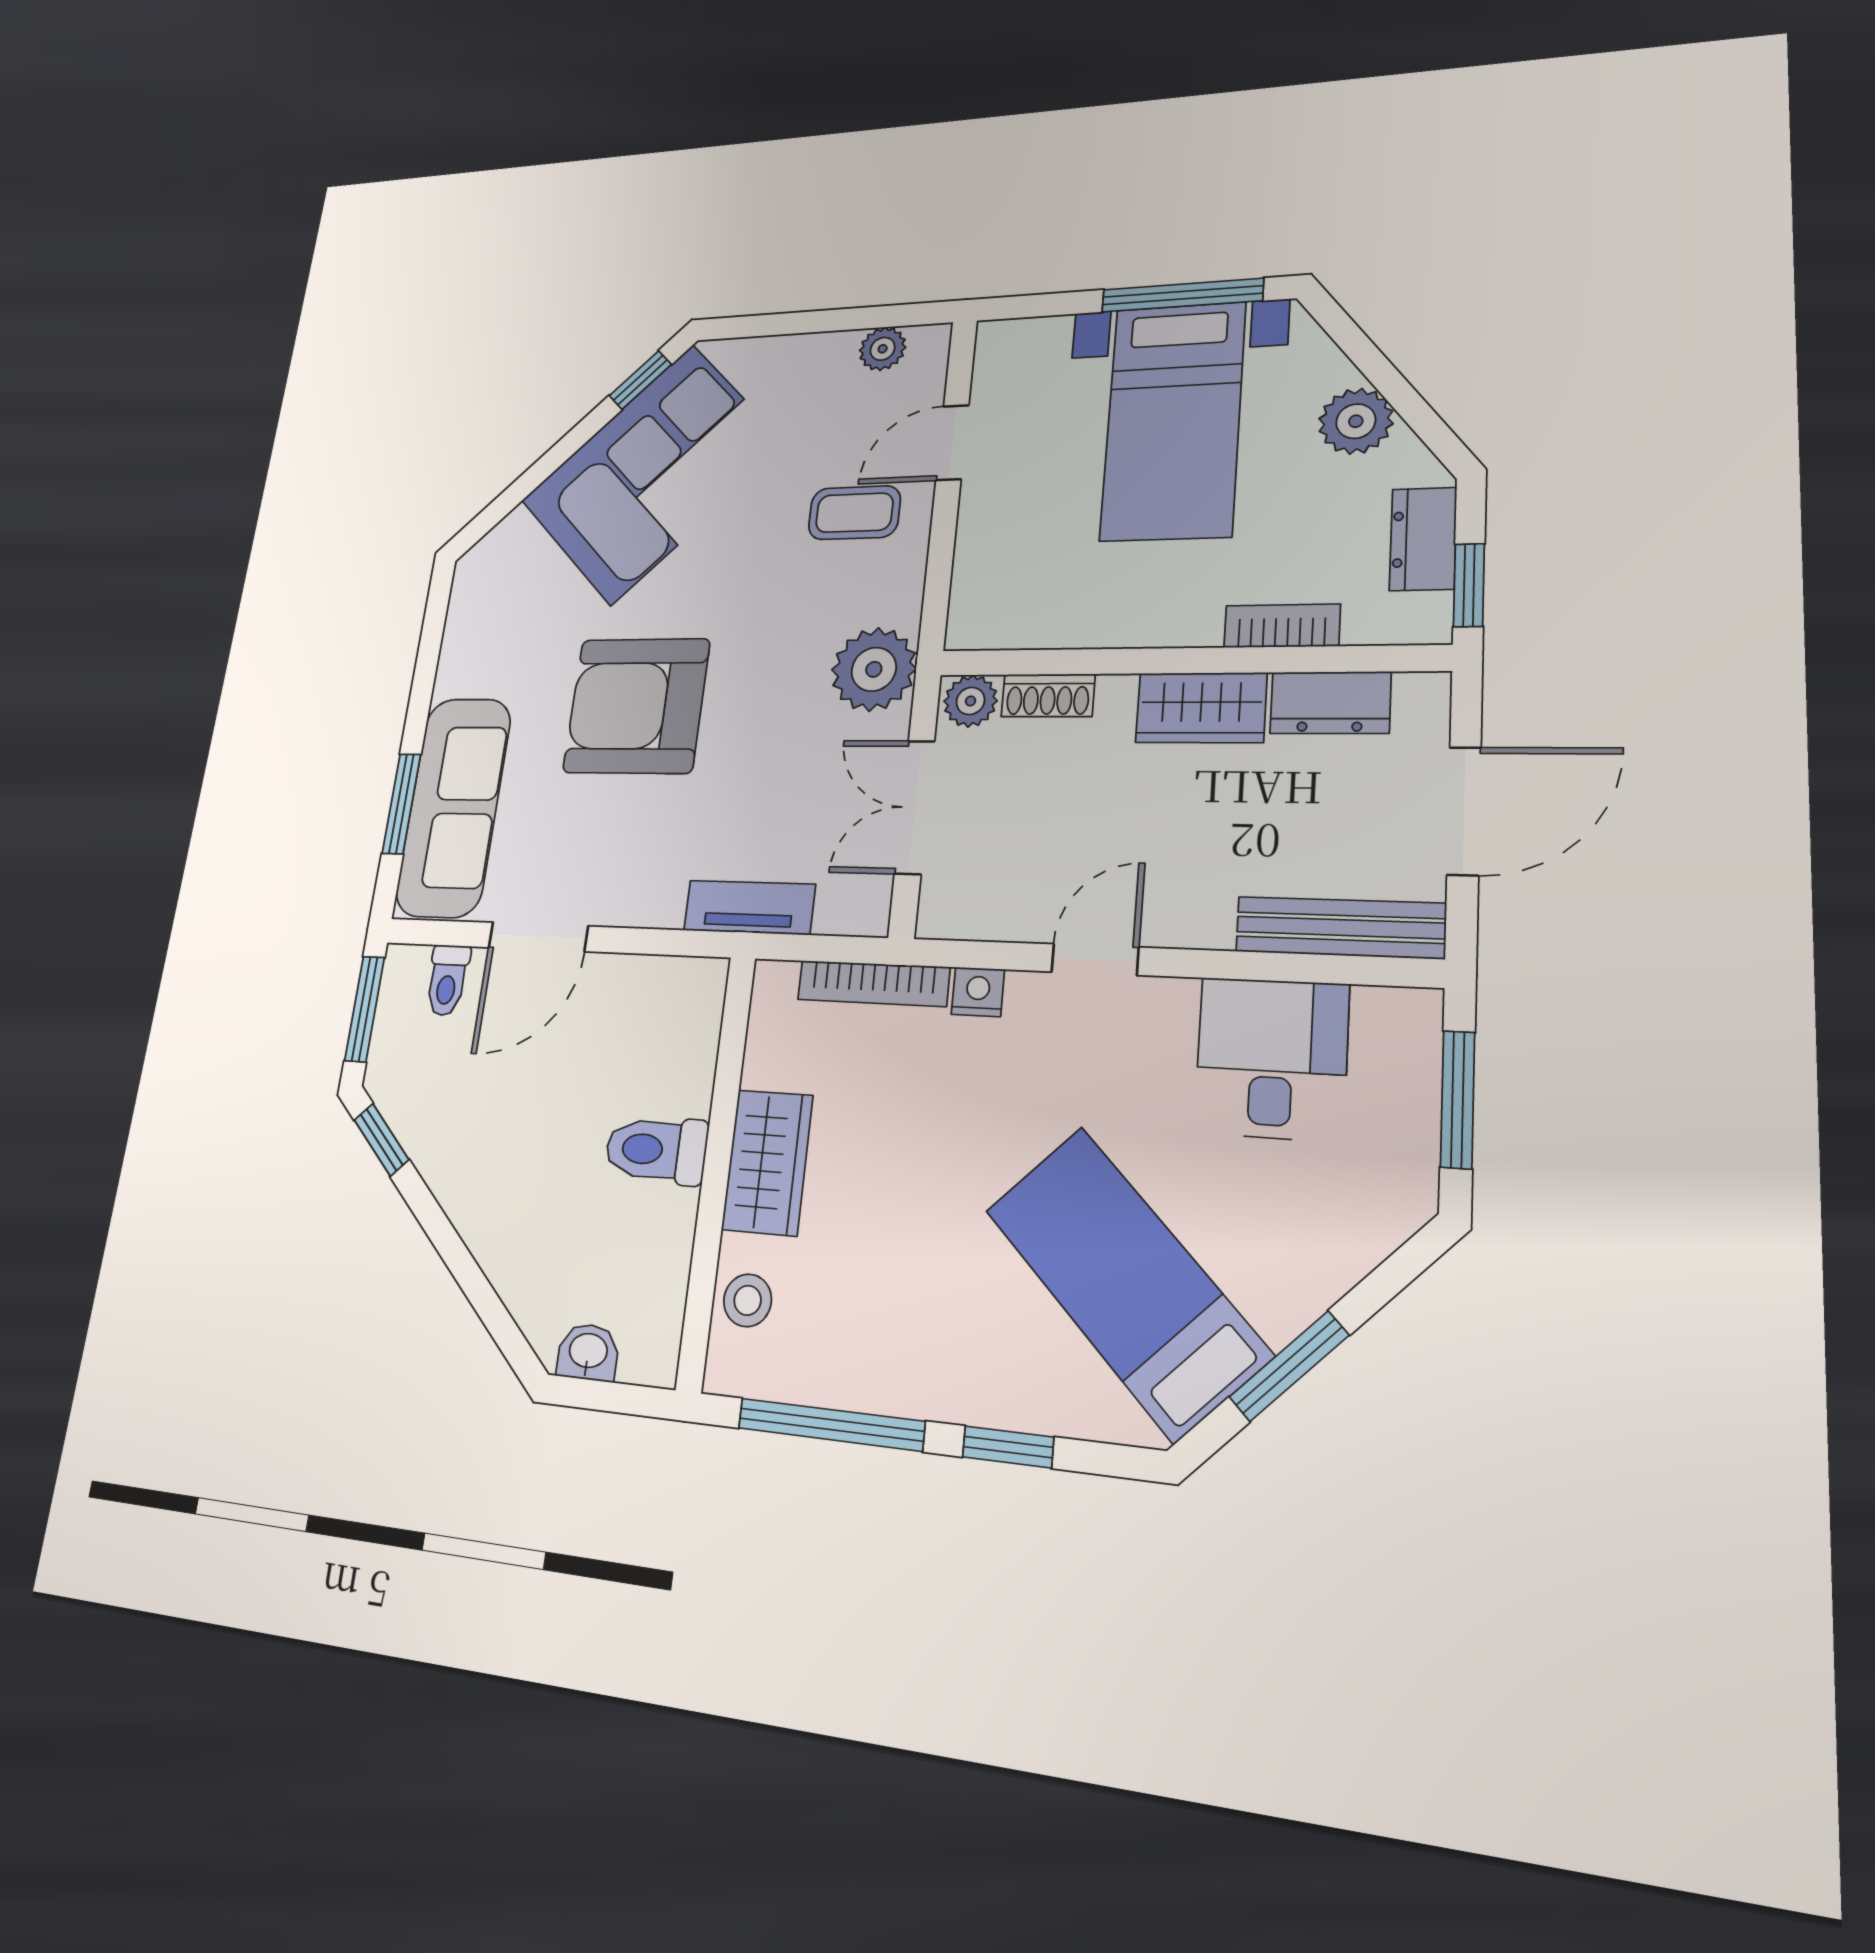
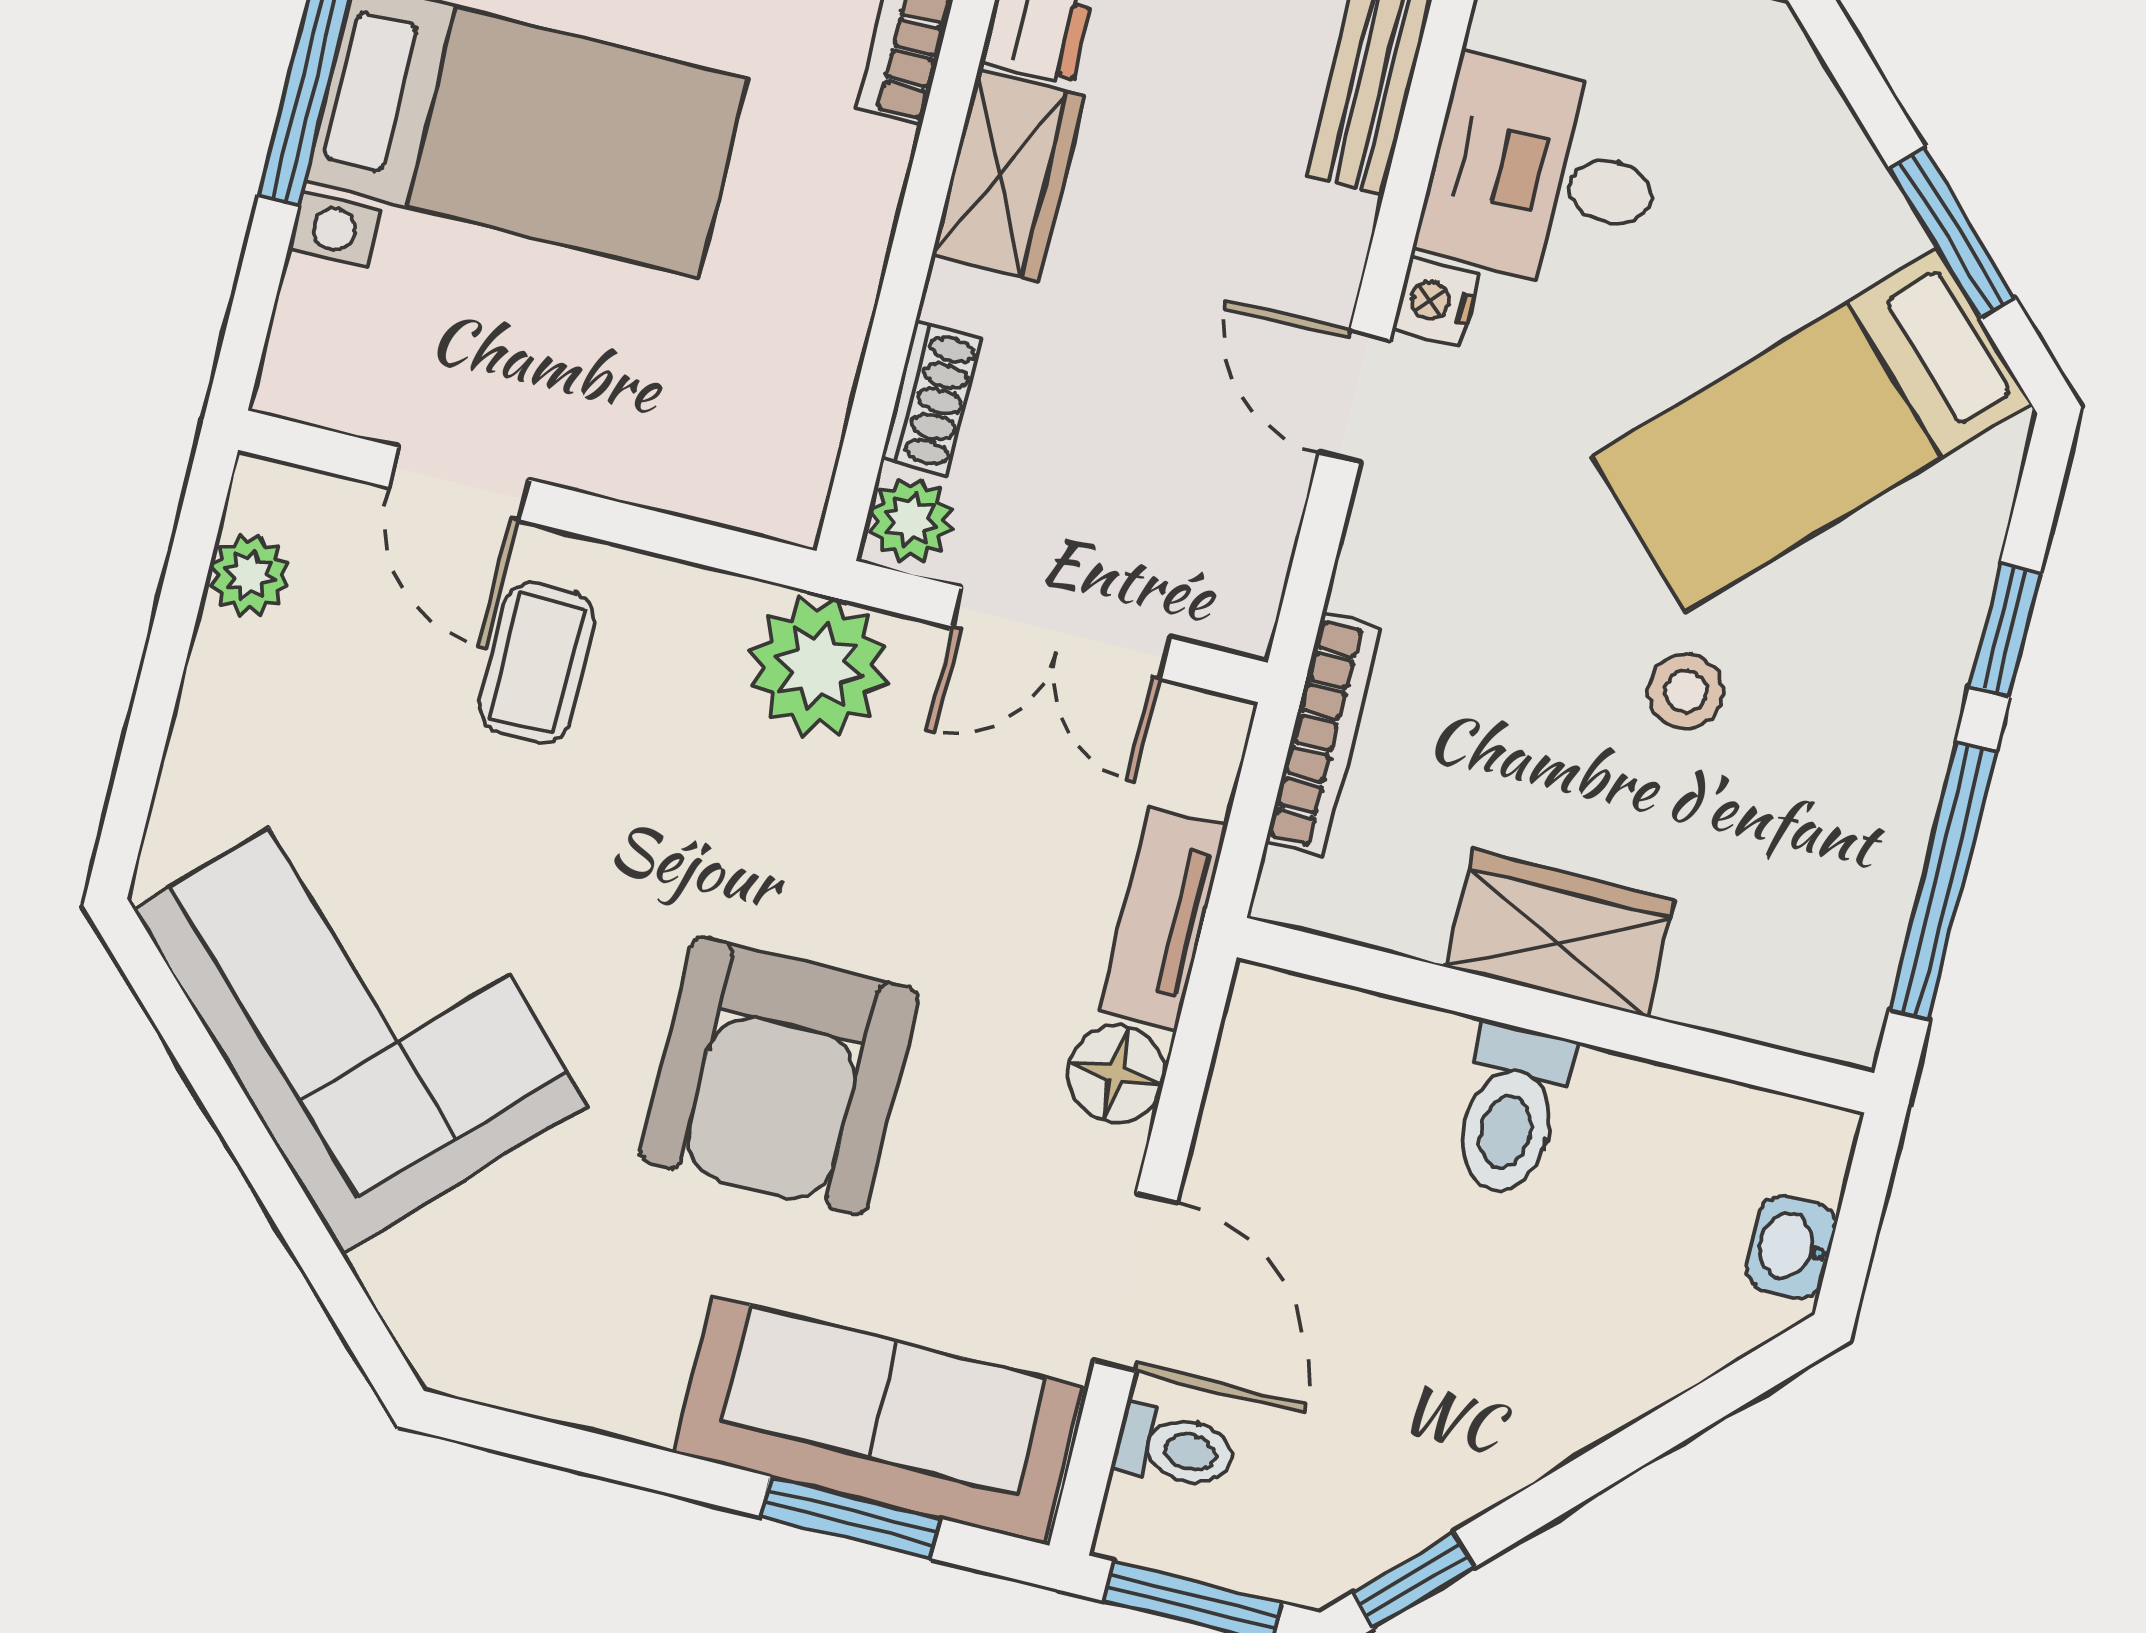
window: (640, 380) -> (172, 1013), removed
floor lamp: (655, 899) -> (1116, 1074), added
nightstand: (978, 992) -> (1436, 302), moved
stool: (748, 1300) -> (1686, 691), moved

